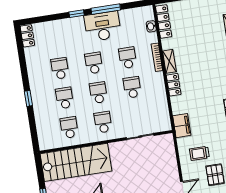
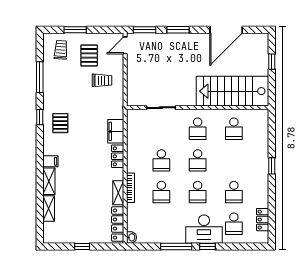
desk: (103, 26) -> (204, 229), moved
washbasin: (151, 26) -> (132, 237), moved
locker: (27, 36) -> (263, 220), moved
shelving: (169, 61) -> (118, 193), moved
school desk: (64, 98) -> (234, 224), moved
filing cabinet: (182, 126) -> (116, 131), moved

